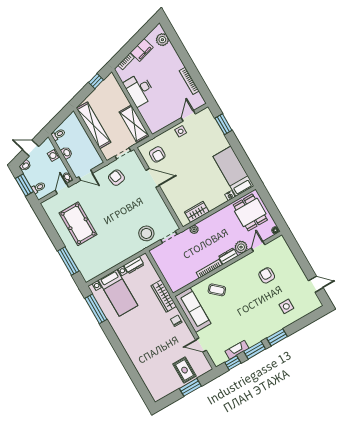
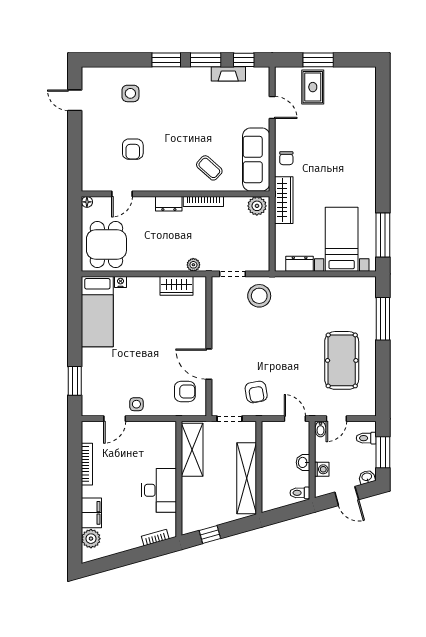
filing cabinet: (142, 50) -> (91, 513), moved, turned 106
armchair: (157, 154) -> (185, 392), turned 90
plant: (241, 247) -> (257, 206), moved

